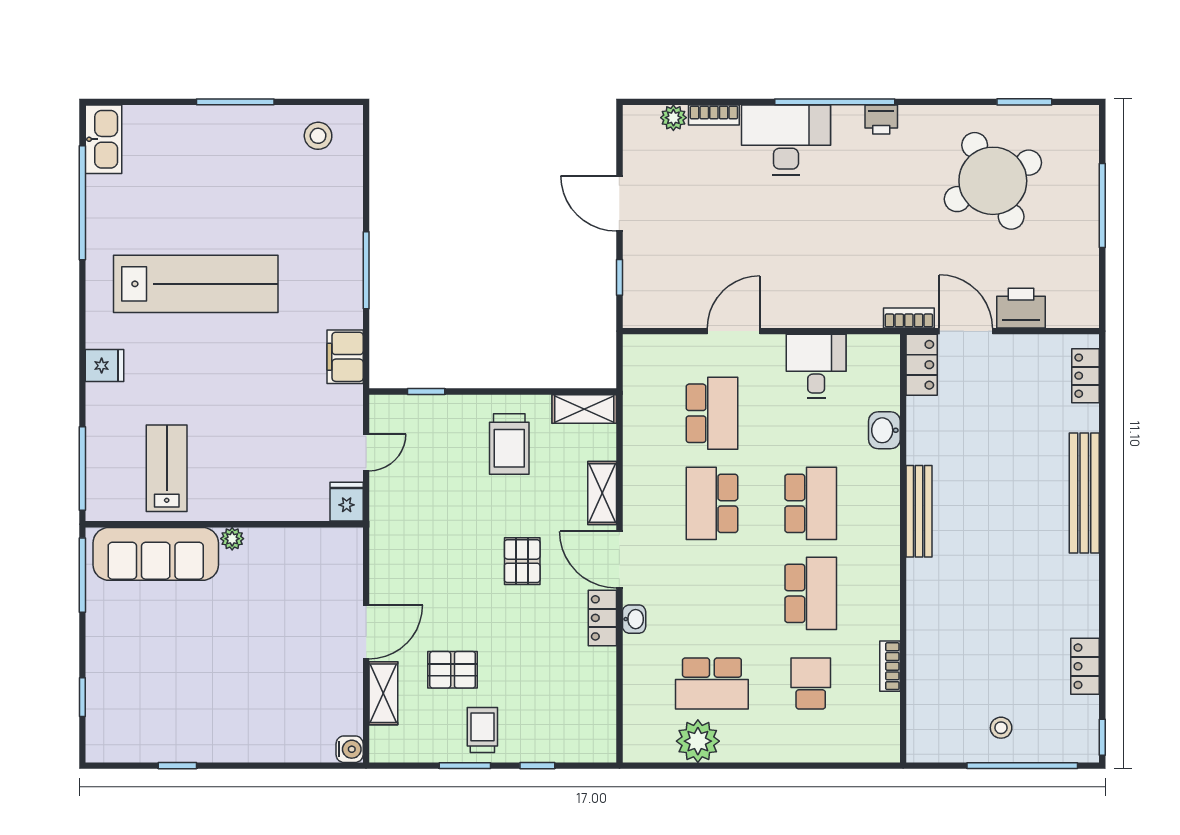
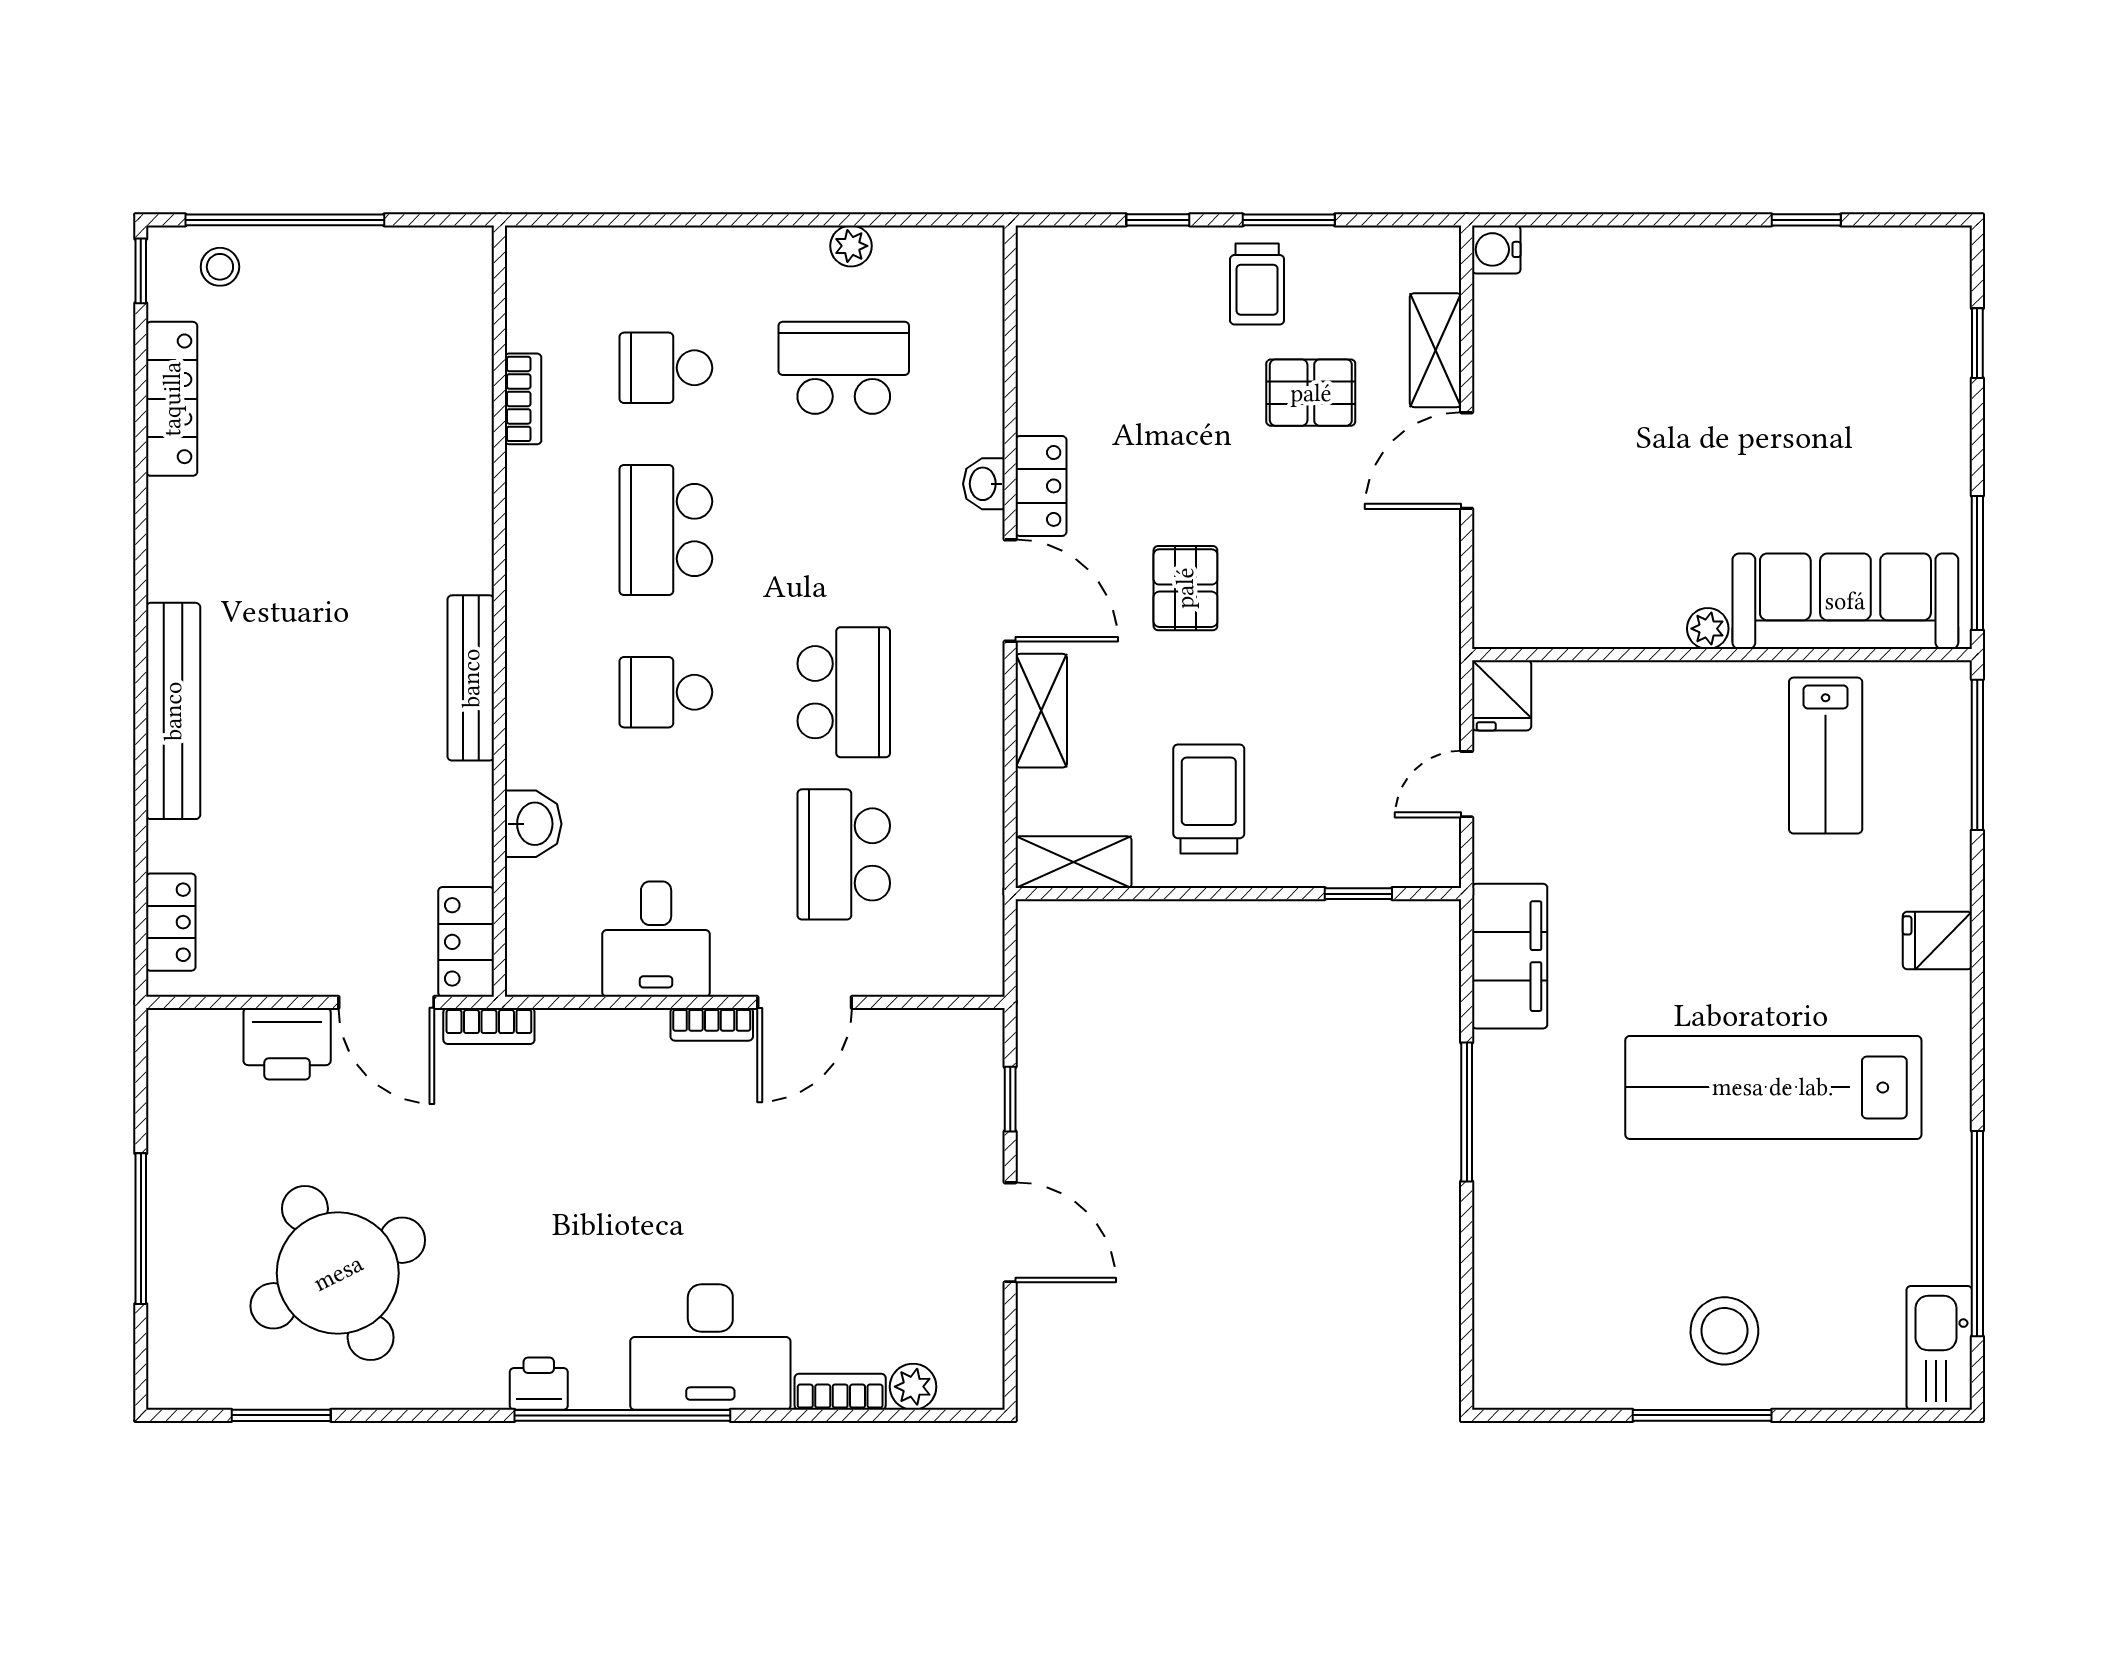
stool: (318, 136) -> (1724, 1331), moved, width x1.38, depth x1.38
bookcase: (785, 319) -> (712, 1024), added
filing cabinet: (345, 357) -> (1510, 956), width x1.50, depth x1.17
school desk: (811, 503) -> (666, 692), width x0.54
locker: (1085, 666) -> (172, 399), width x1.53
school desk: (811, 683) -> (666, 368), turned 90
stool: (1001, 728) -> (220, 267), moved
plant: (698, 741) -> (851, 246), width x0.53, depth x0.53

